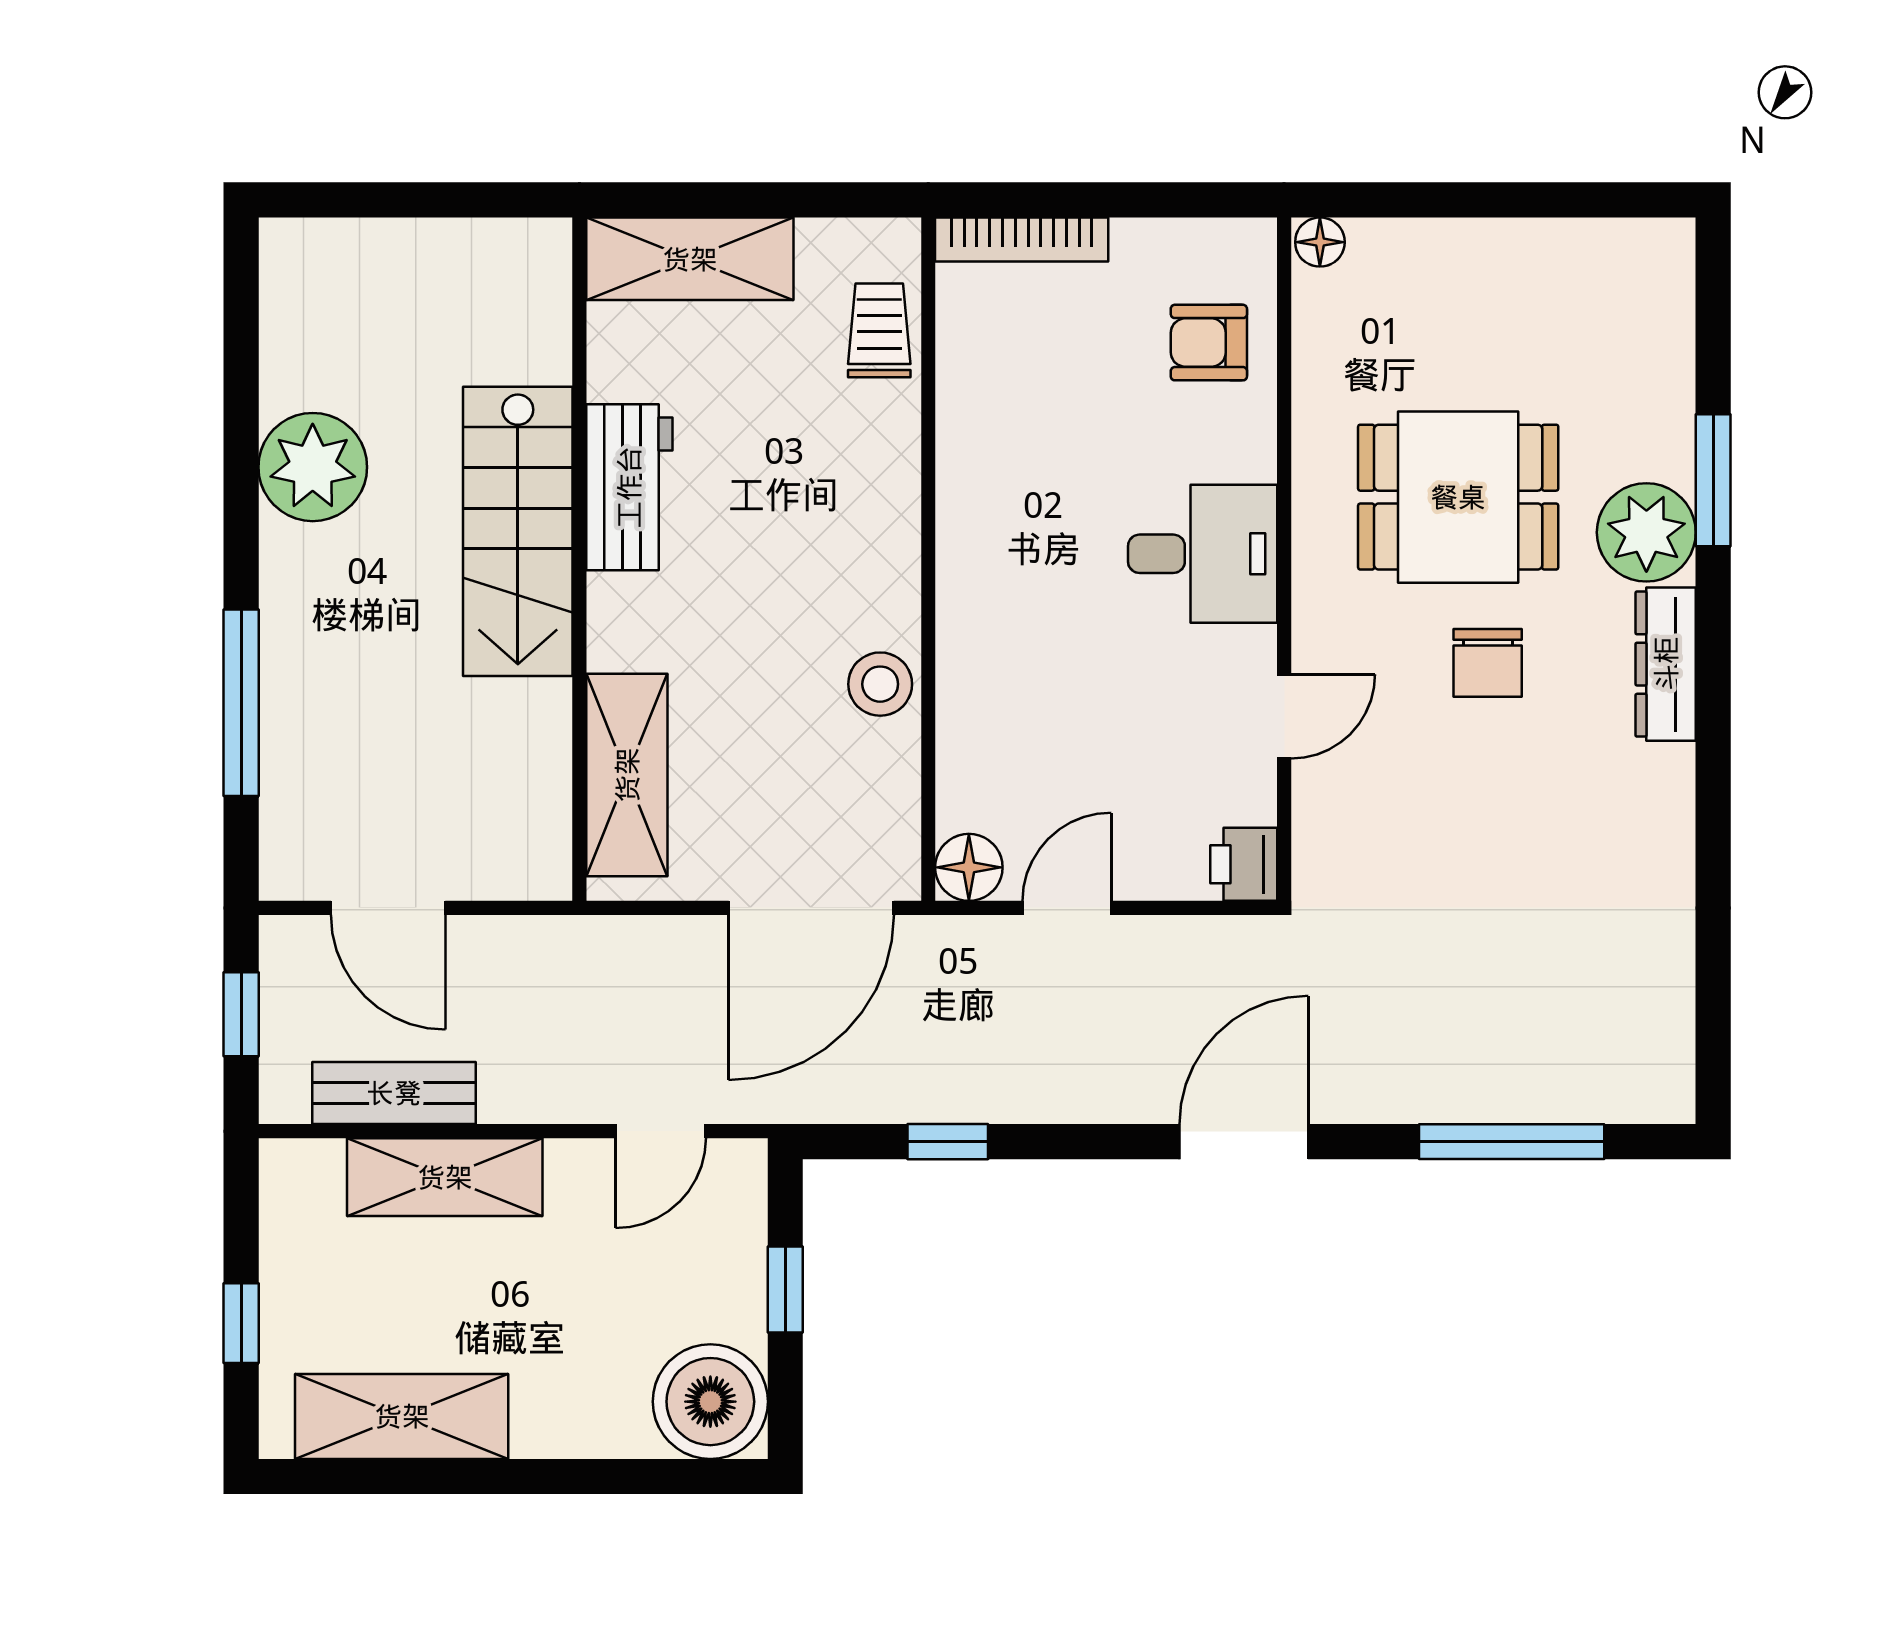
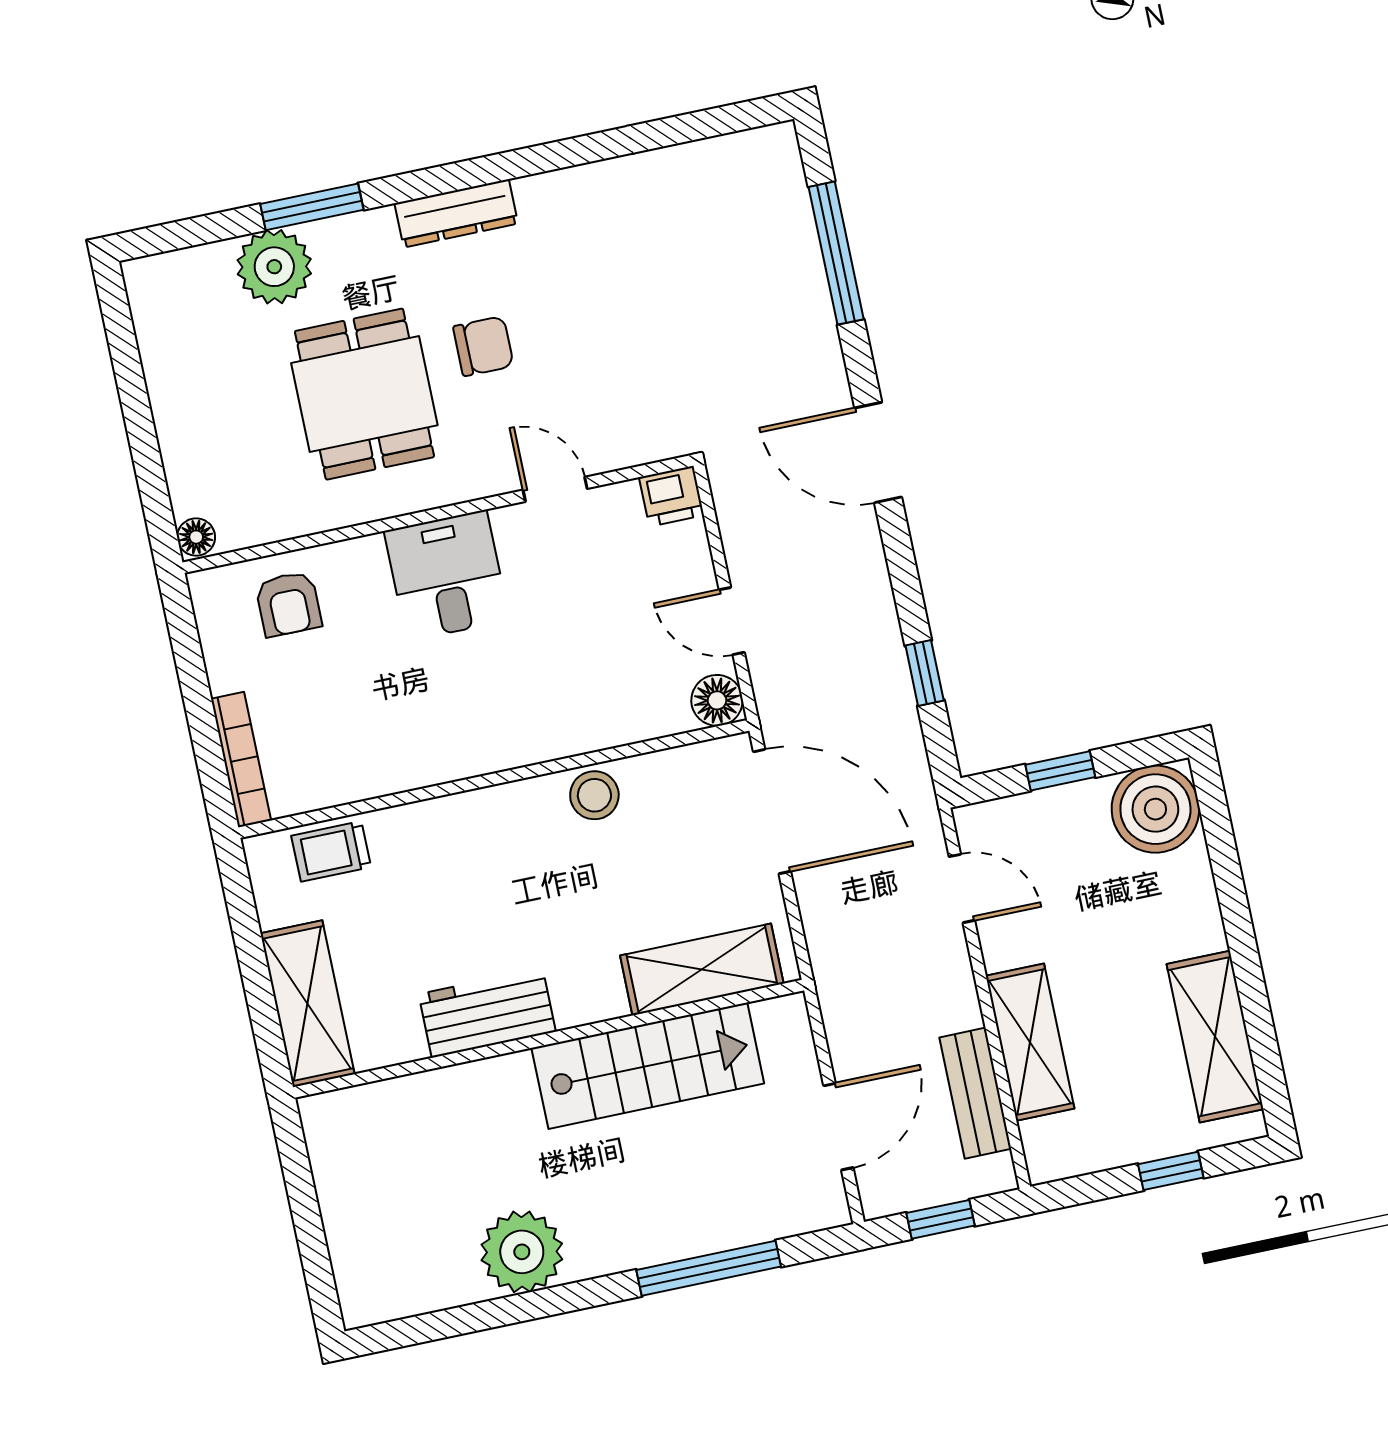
stairs: (518, 531) -> (648, 1066), moved
plant: (1646, 532) -> (274, 267), moved

